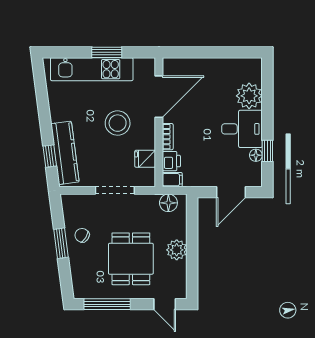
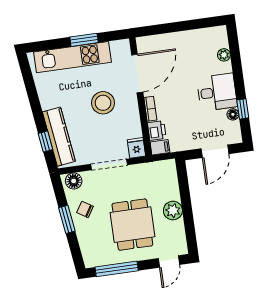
plant: (249, 96) -> (224, 55), width x0.53, depth x0.53
fridge: (145, 159) -> (136, 148), moved, turned 90
floor lamp: (168, 203) -> (74, 181), moved
door: (165, 304) -> (169, 262), hinge flipped

